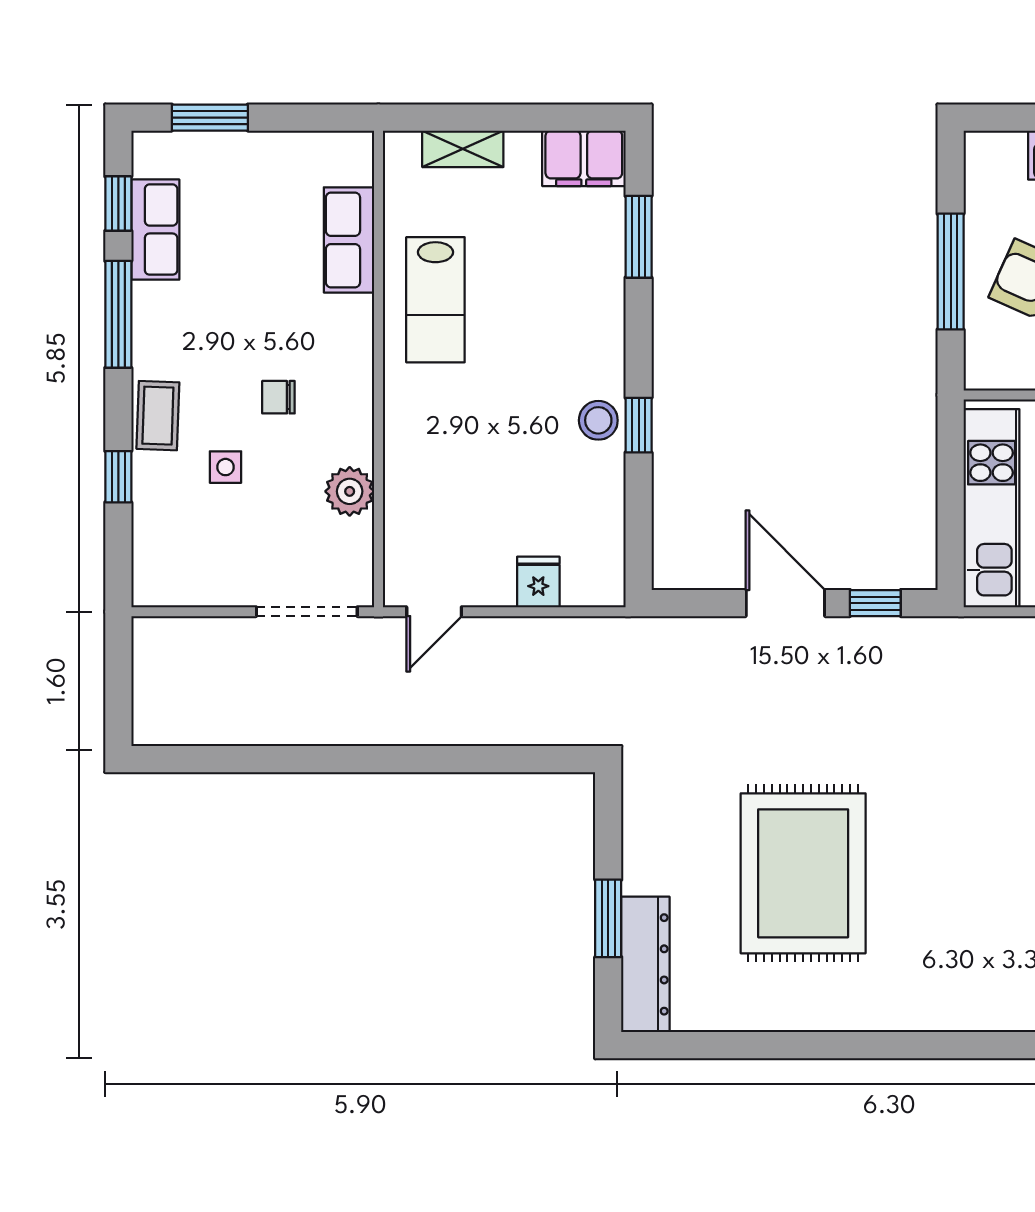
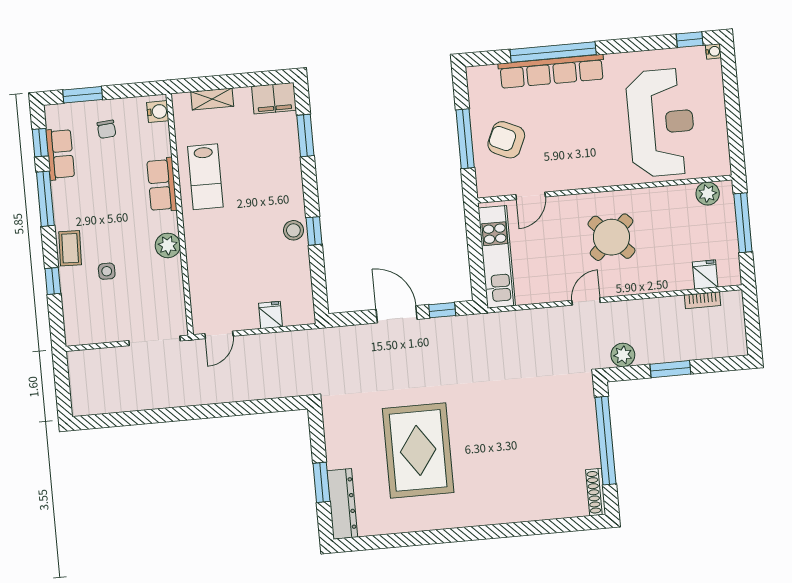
water cooler: (354, 164) -> (158, 112), added
row of seats: (349, 240) -> (162, 185), moved
chair: (278, 397) -> (106, 129), moved, turned -95
plant: (350, 491) -> (168, 245), moved

